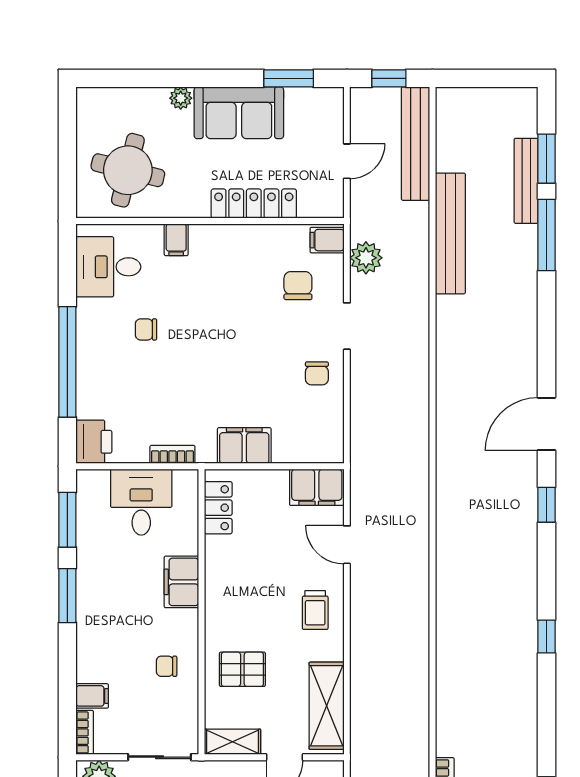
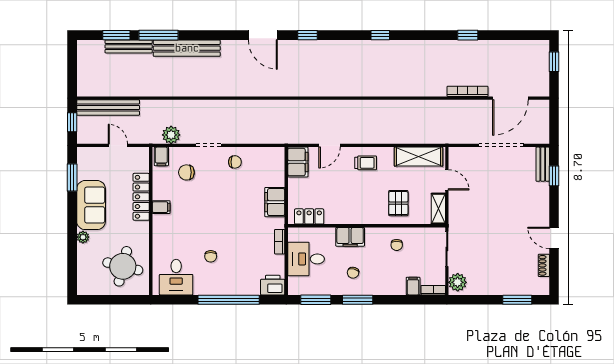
bench: (450, 233) -> (187, 48), moved
filing cabinet: (176, 240) -> (161, 207), moved
chair: (116, 587) -> (353, 273), added

